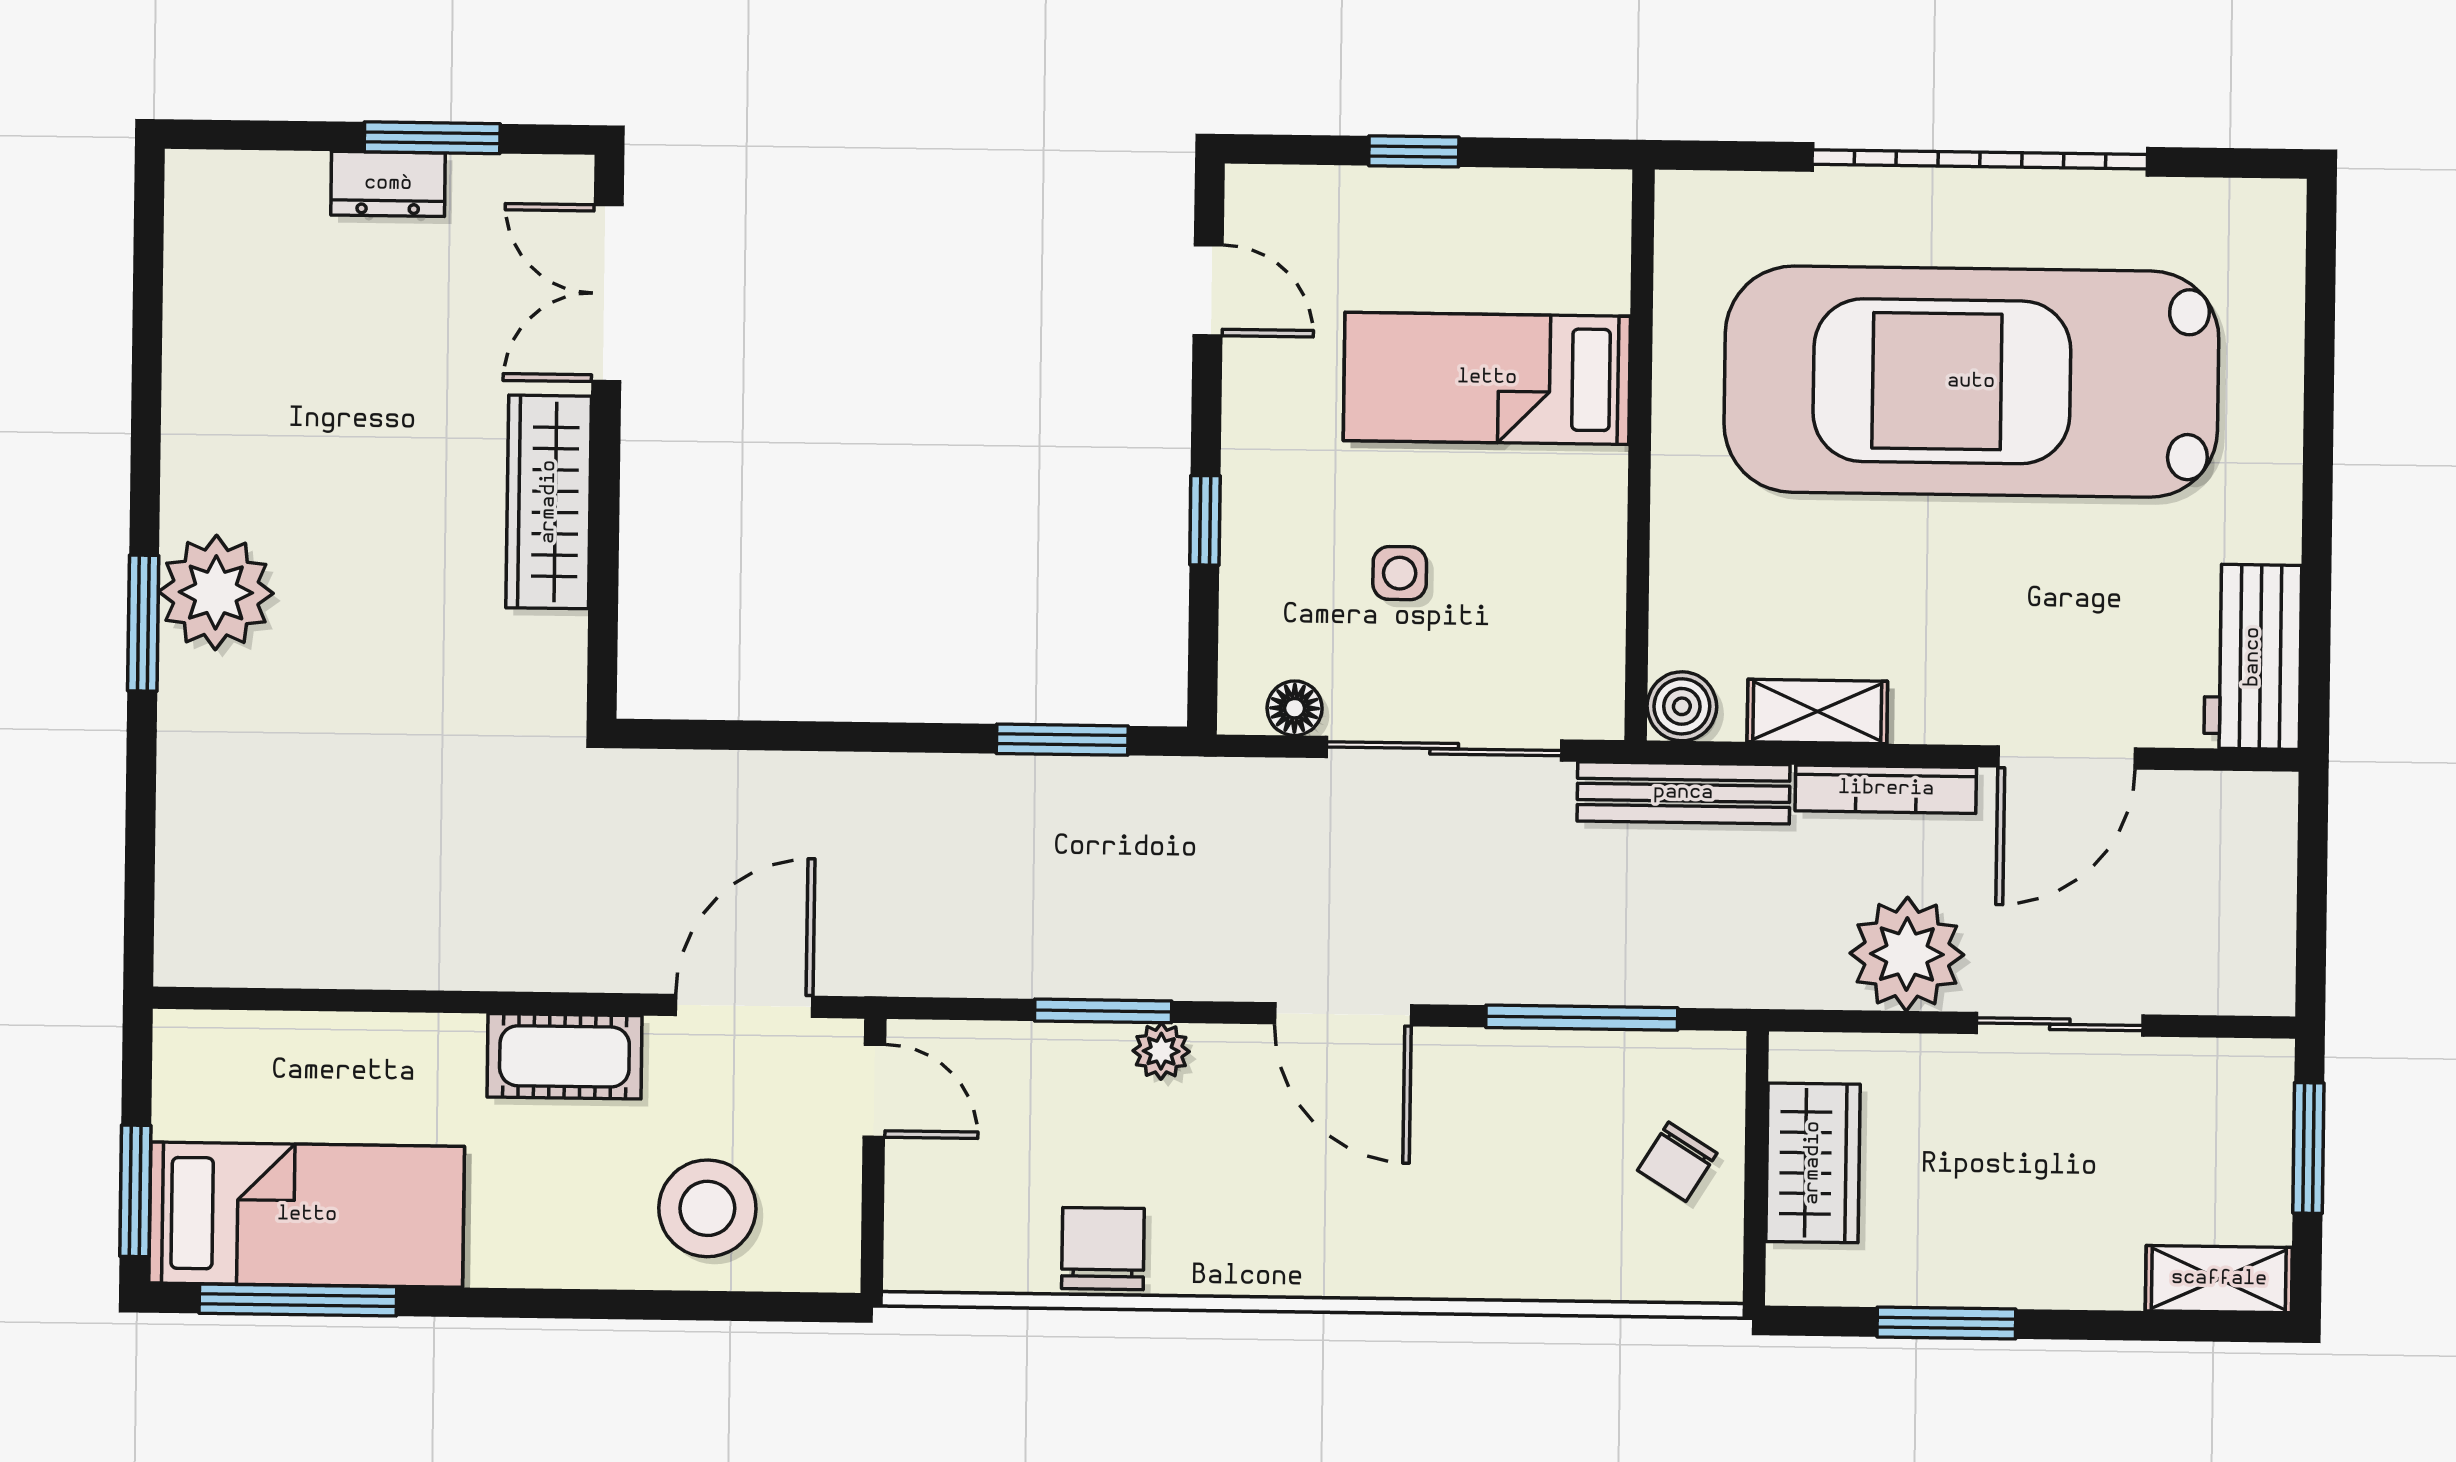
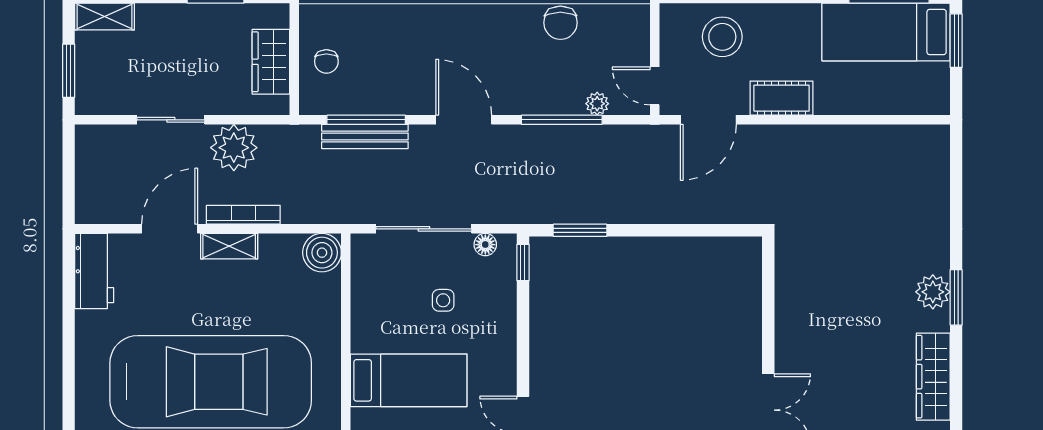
wardrobe: (549, 502) -> (933, 377), moved, turned 180
window: (1205, 520) -> (523, 262), moved
plant: (216, 592) -> (933, 292), width x0.73, depth x0.73
window: (143, 623) -> (956, 297), moved
boiler: (1682, 706) -> (322, 253), width x1.36, depth x1.36
shelving: (1817, 711) -> (229, 246), moved
bench: (1683, 793) -> (365, 136), moved
window: (1103, 1011) -> (562, 120), width x1.44
plant: (1161, 1051) -> (597, 104), moved
chair: (1677, 1162) -> (326, 61), turned 148

